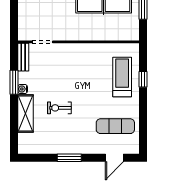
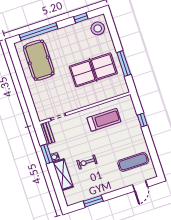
treadmill: (122, 77) -> (104, 120), moved, turned 90
window: (69, 158) -> (93, 201), moved

